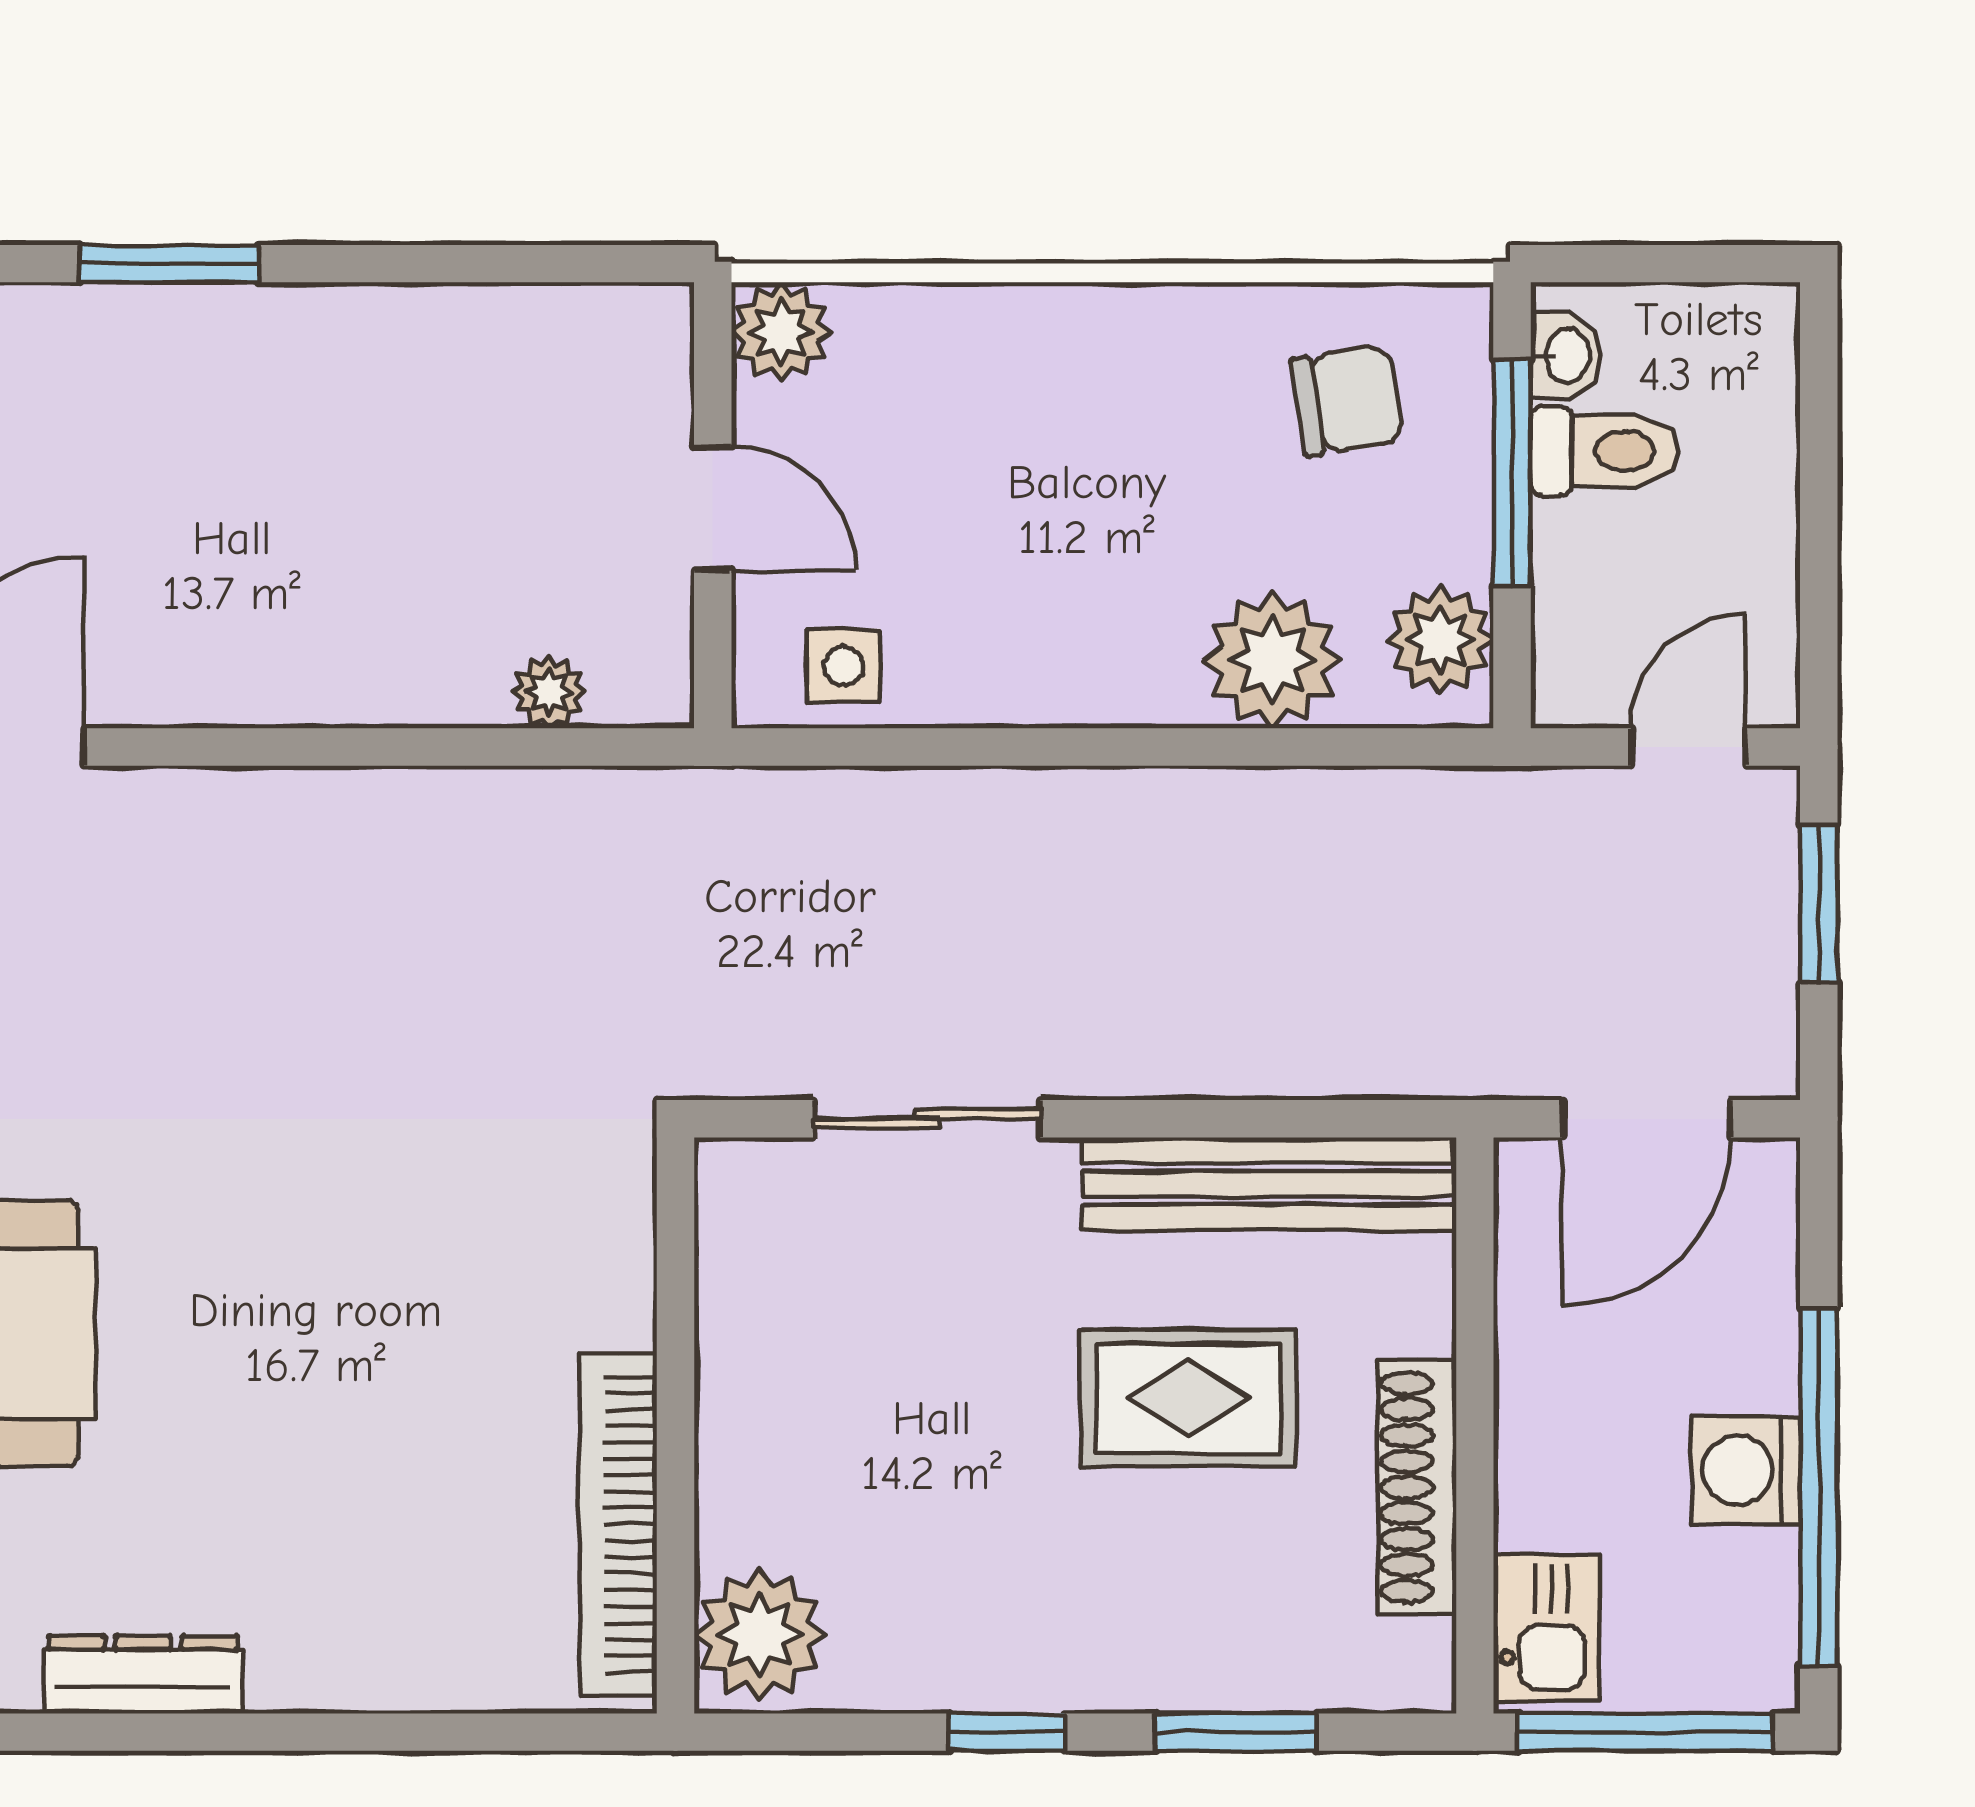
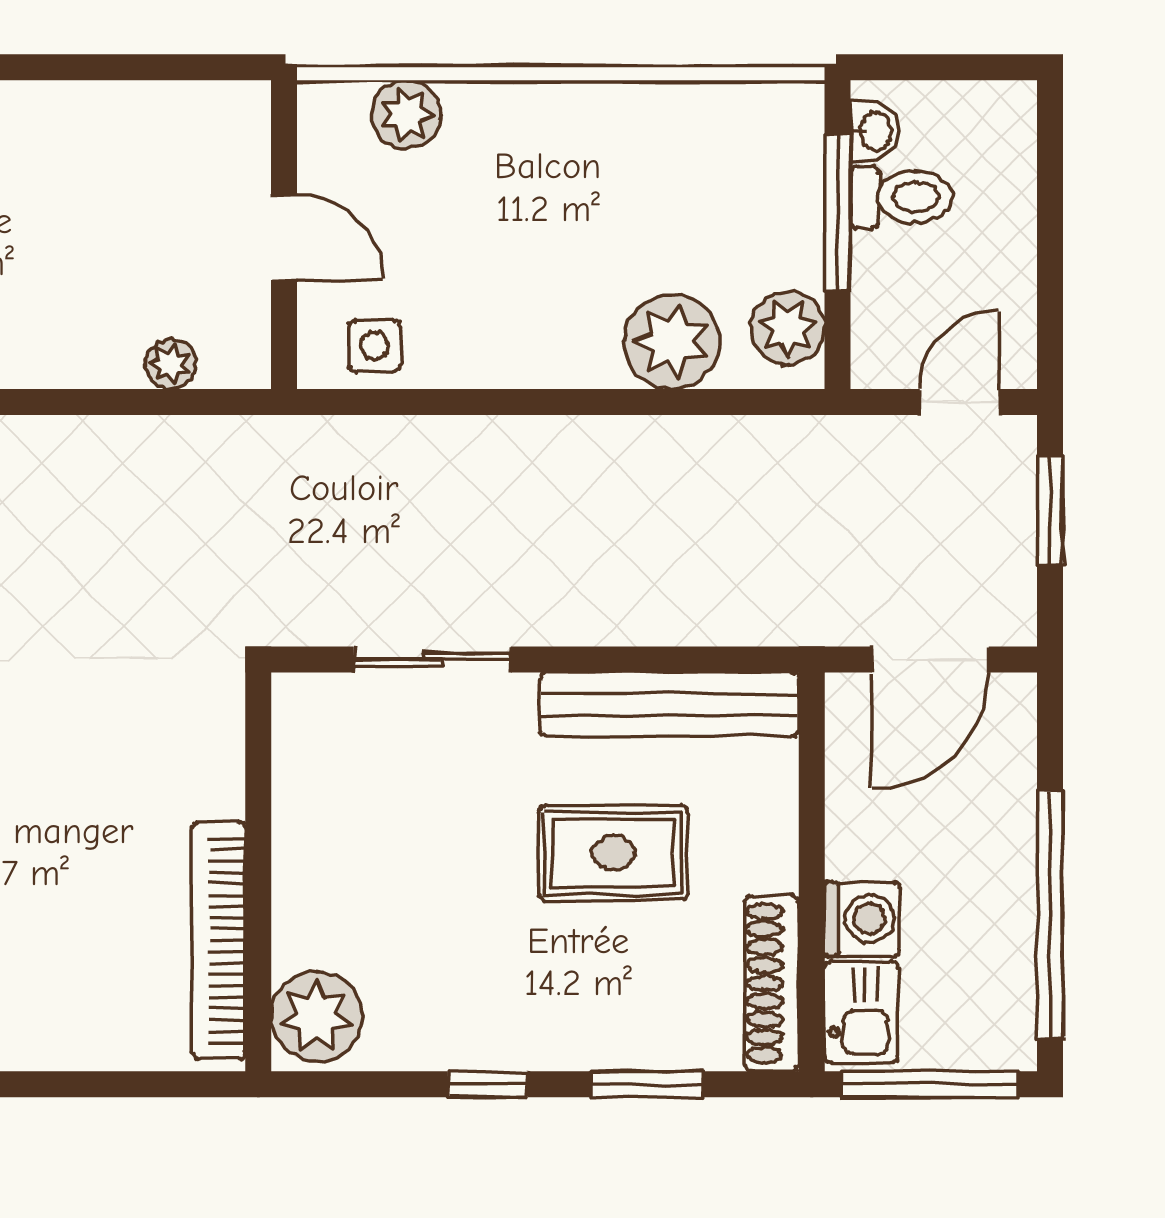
plant: (781, 332) -> (406, 115), moved
chair: (1347, 400) -> (723, 162), removed
washing machine: (1746, 1470) -> (862, 919), moved, turned 180
shoe rack: (1417, 1487) -> (772, 983), moved

